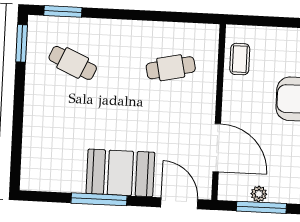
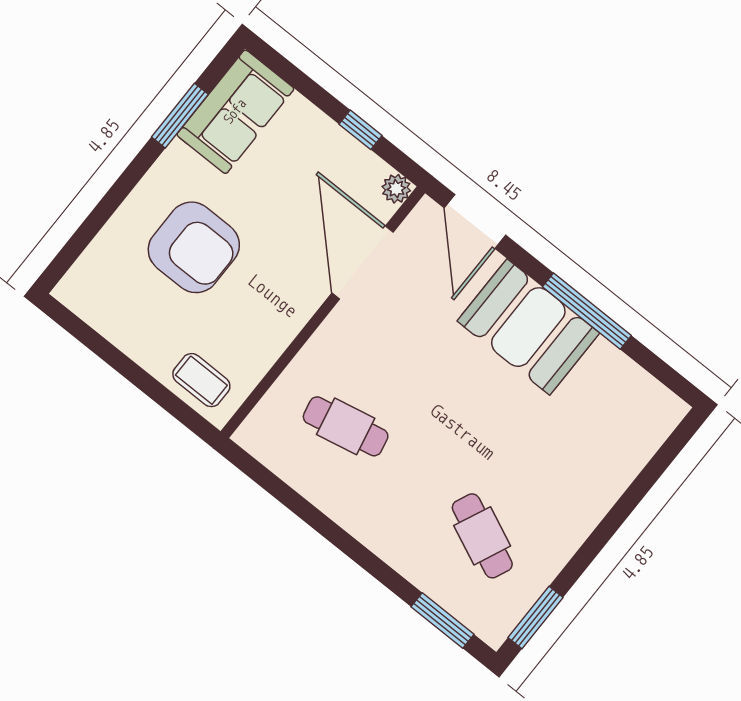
coffee table: (240, 59) -> (201, 380), moved, turned 90
plant: (259, 194) -> (396, 189), moved
window: (261, 207) -> (360, 130), width x0.46

